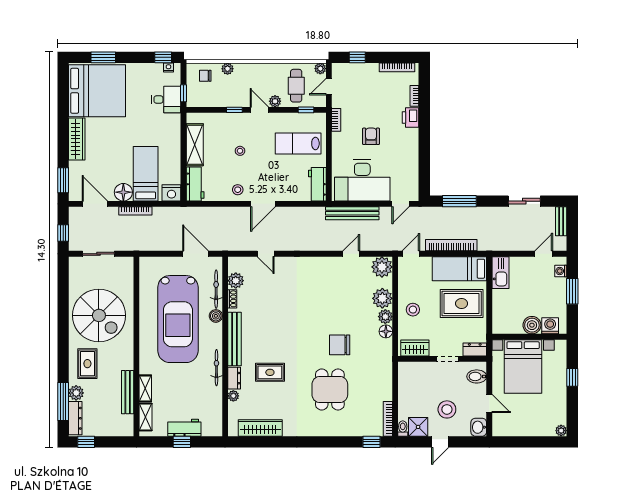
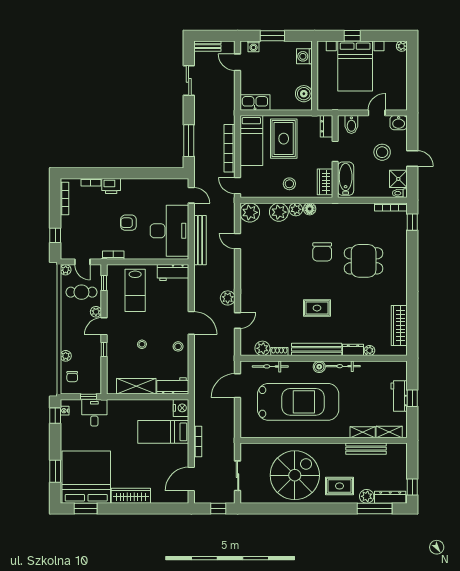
window: (63, 180) -> (86, 508), moved
floor lamp: (123, 192) -> (180, 453), removed
plant: (290, 243) -> (228, 298), added
boiler: (216, 316) -> (319, 367), moved
boiler: (532, 325) -> (304, 94), moved
bed with nightstands: (523, 366) -> (355, 66), moved, turned 90
bathtub: (418, 370) -> (346, 179), added
rug: (270, 372) -> (317, 308), moved, turned 90

